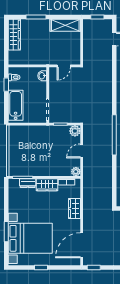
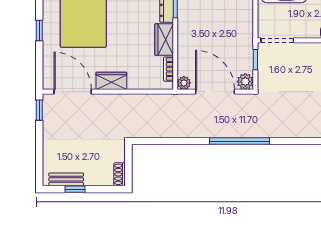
door: (82, 151) -> (215, 92), width x1.88
wardrobe: (74, 209) -> (111, 81), moved

